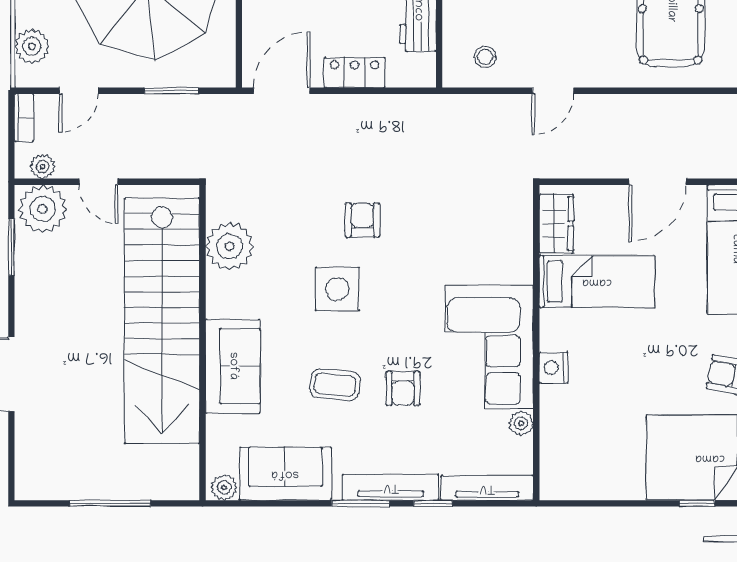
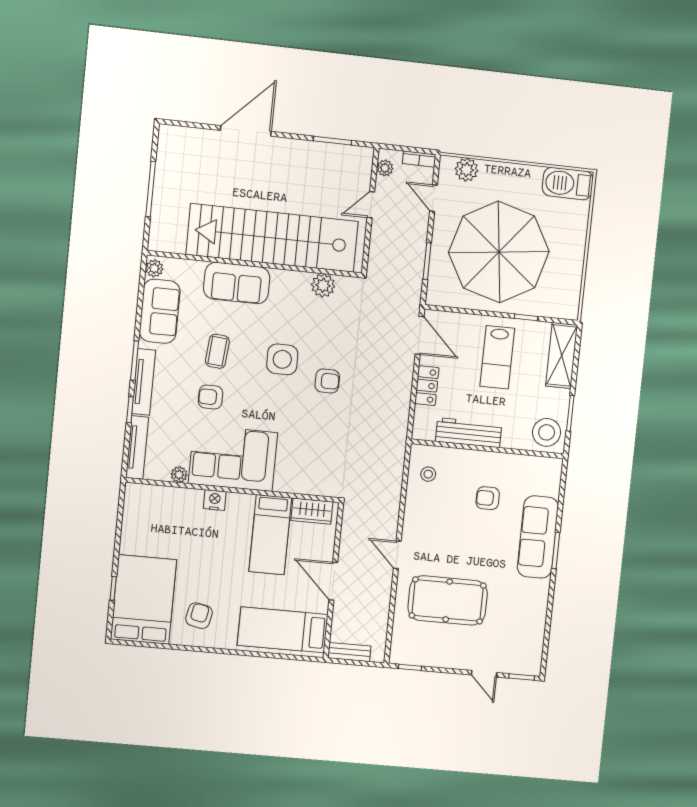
door: (553, 91) -> (397, 555), moved
plant: (43, 209) -> (356, 165), removed
plant: (229, 246) -> (323, 285), width x0.73, depth x0.73

